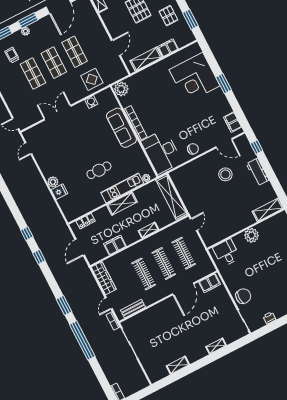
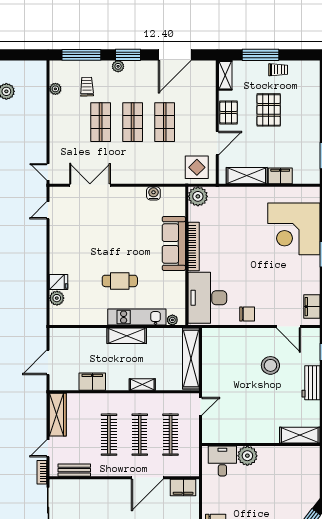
pallet: (168, 16) -> (229, 112), moved
display table: (92, 79) -> (197, 167), moved
double door: (58, 113) -> (90, 185), moved
plant: (53, 182) -> (57, 298), moved
locker: (86, 221) -> (72, 334), removed
plant: (252, 235) -> (247, 456), moved

